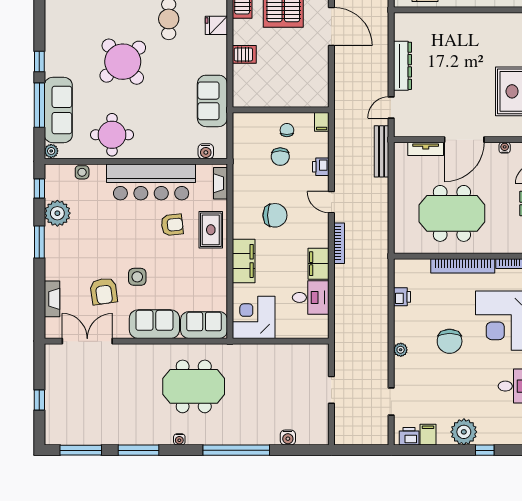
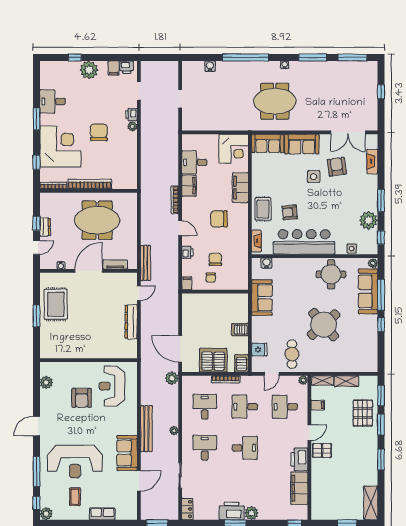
printer: (402, 297) -> (131, 115), moved

